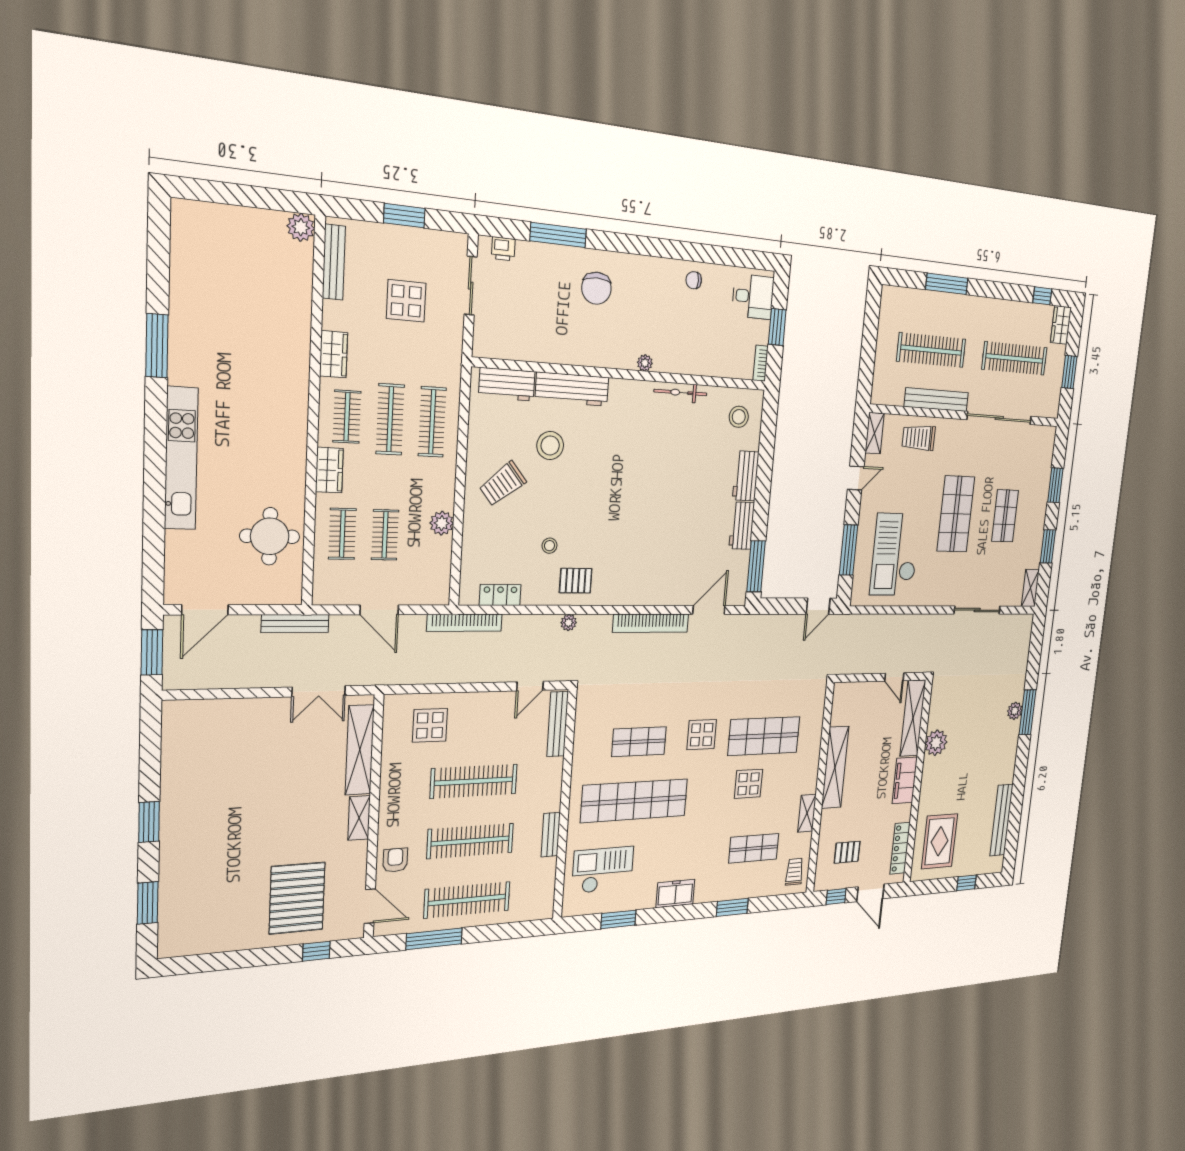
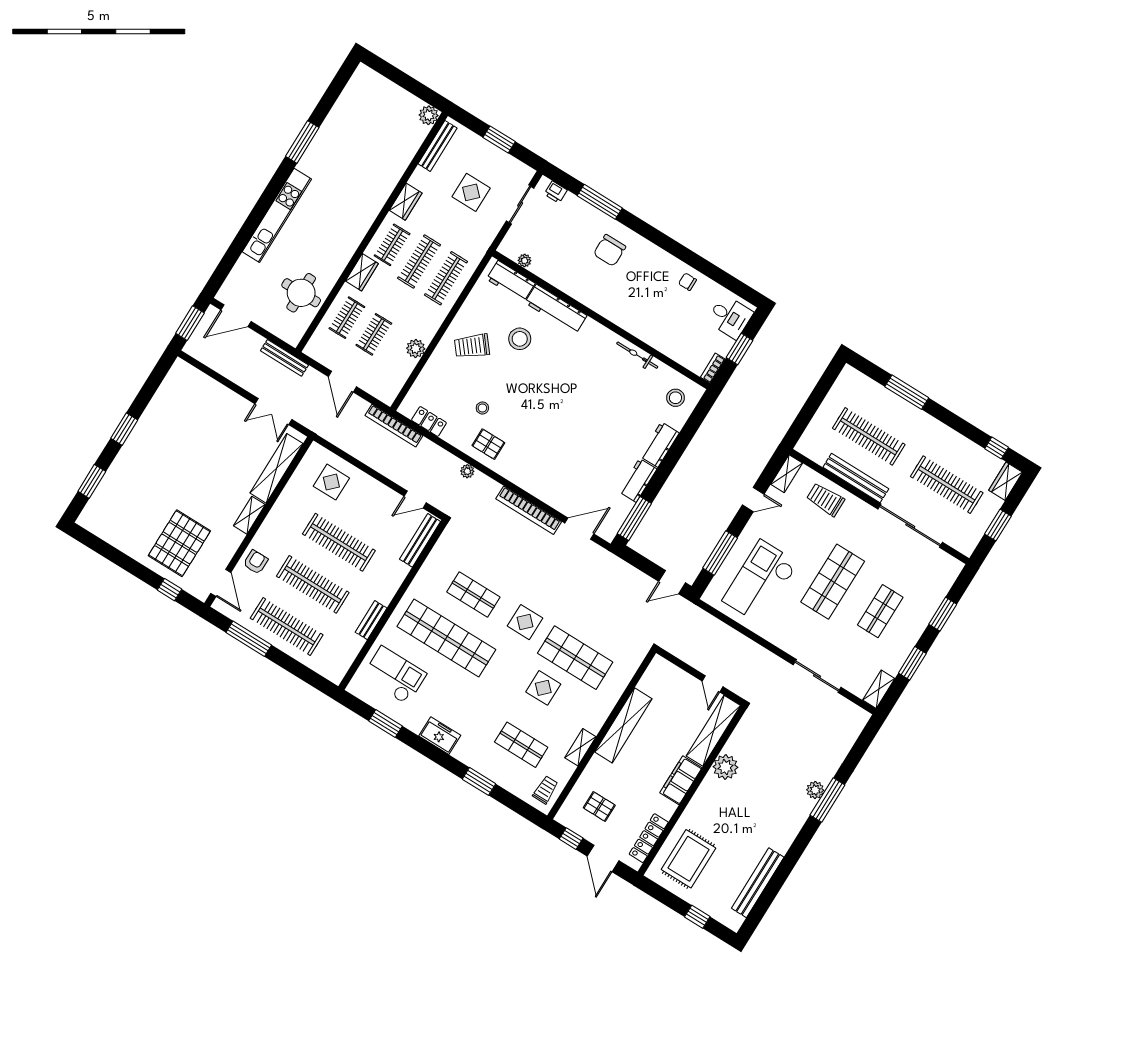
plant: (645, 363) -> (525, 261), moved

